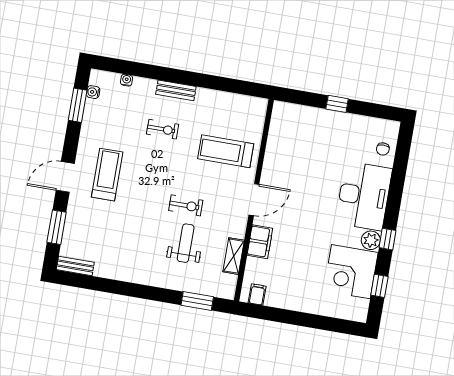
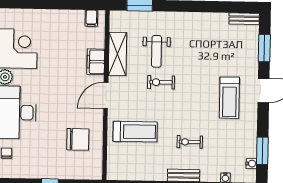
chair: (295, 153) -> (78, 139), added
shelving: (234, 256) -> (117, 54), width x1.50, depth x1.33

